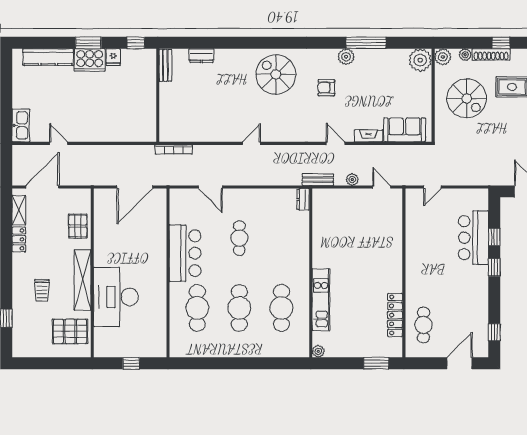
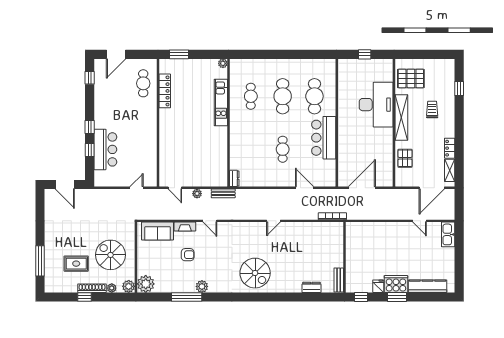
armchair: (326, 88) -> (188, 255), moved
cafe table: (281, 308) -> (251, 96), width x0.73, depth x0.74

